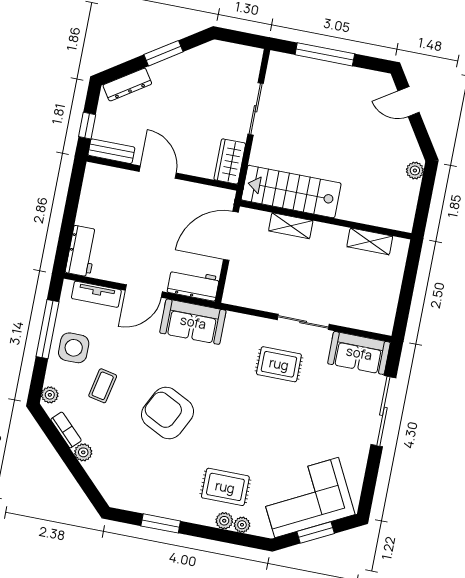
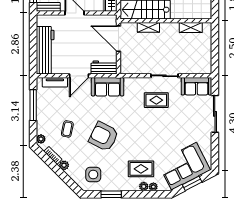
door: (231, 236) -> (119, 39), hinge flipped
workbench: (82, 251) -> (45, 50), width x1.88, depth x1.32
side table: (74, 348) -> (93, 174), moved

